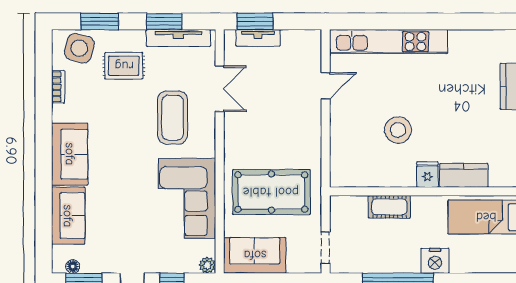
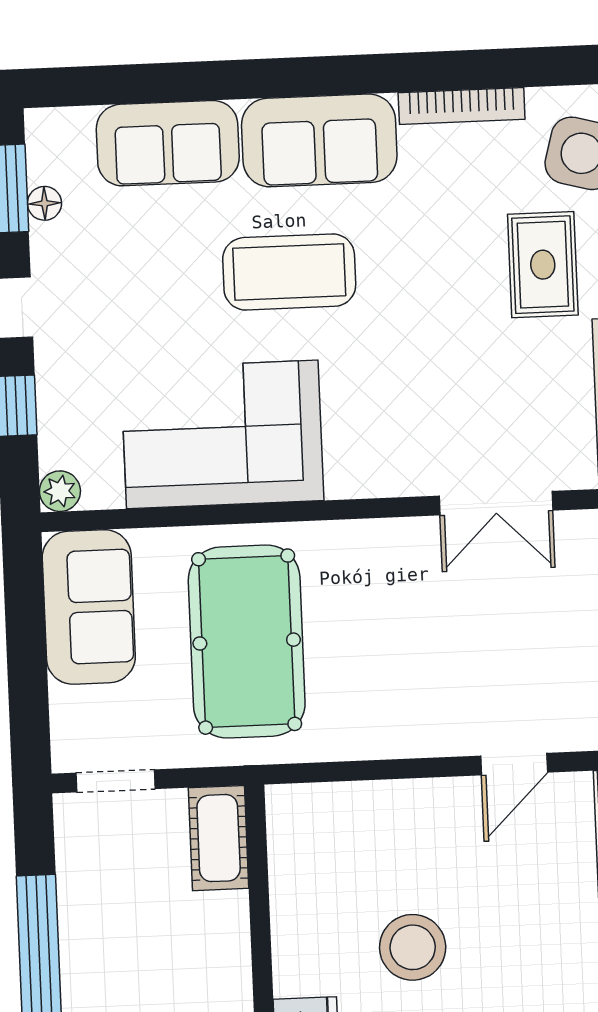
door: (326, 86) -> (514, 764), hinge flipped
bookcase: (58, 87) -> (462, 106), width x1.56
coffee table: (173, 118) -> (289, 272), moved
cot: (389, 207) -> (219, 838), moved
floor lamp: (73, 266) -> (44, 203), moved

